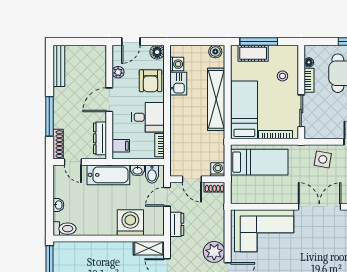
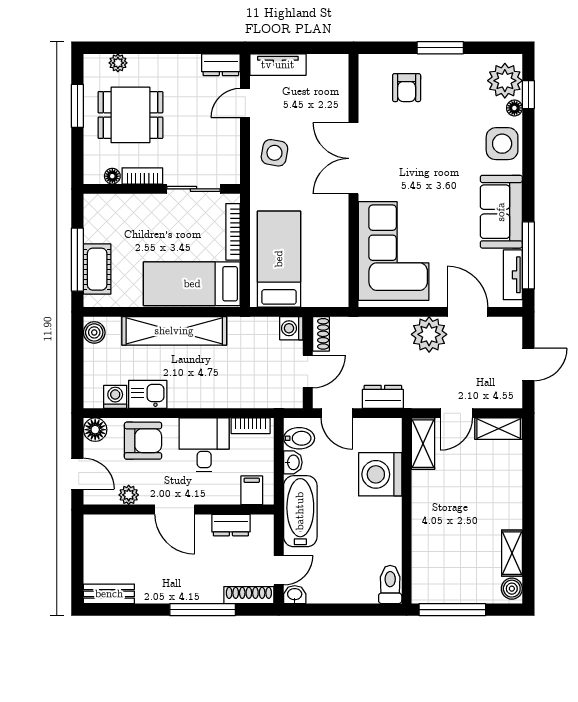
bench: (59, 66) -> (109, 594), width x0.73
stool: (282, 76) -> (135, 220), removed
dresser: (100, 138) -> (231, 525), width x0.70
washbasin: (58, 205) -> (295, 595), moved

